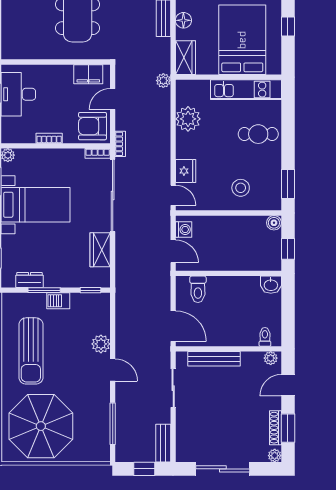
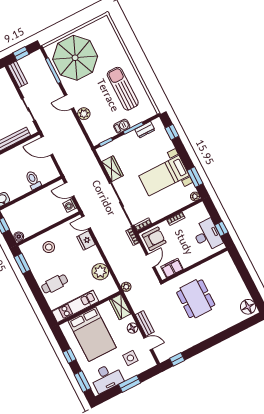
toilet: (198, 289) -> (33, 180), moved
parasol: (41, 426) -> (75, 58), moved

